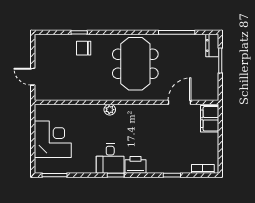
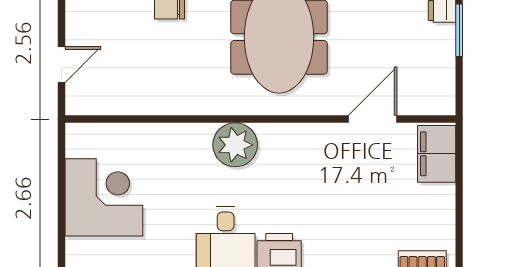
door: (33, 77) -> (61, 65), swing flipped
plant: (110, 110) -> (235, 145), width x1.88, depth x1.88

